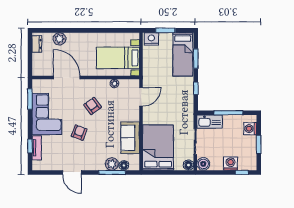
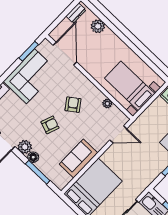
door: (67, 78) -> (65, 54), moved
armchair: (79, 133) -> (50, 125), moved
plant: (112, 164) -> (25, 147), moved
floor lamp: (124, 165) -> (33, 157), moved

